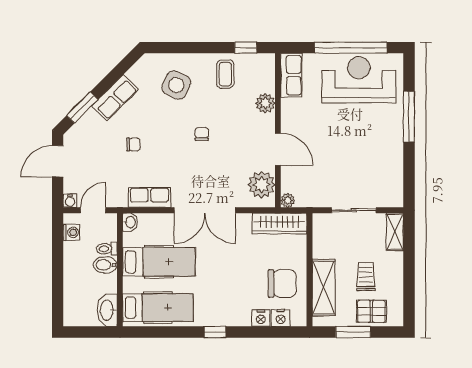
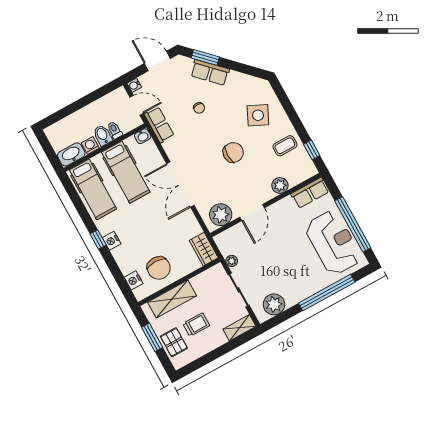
row of seats: (115, 98) -> (210, 72), moved
window: (409, 117) -> (327, 293), width x1.46
chair: (202, 134) -> (233, 152), width x1.87, depth x1.87
plant: (390, 181) -> (274, 304), added
row of seats: (149, 197) -> (159, 125), moved
plant: (288, 200) -> (232, 261), moved
wardrobe: (280, 224) -> (204, 249), width x0.67
washing machine: (71, 232) -> (90, 145), moved, turned 180
nightstand: (261, 318) -> (112, 241), moved

